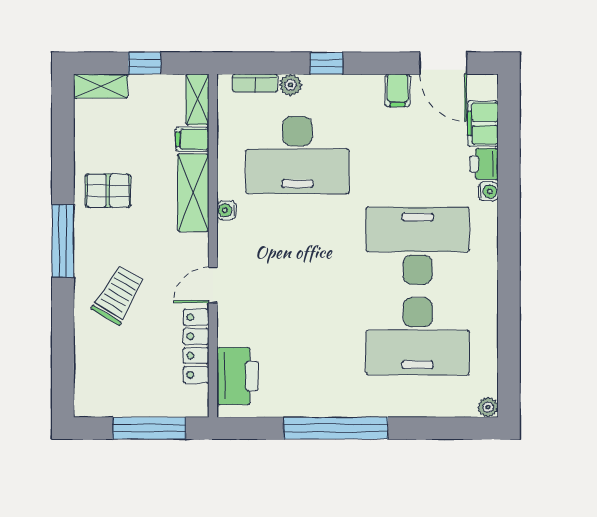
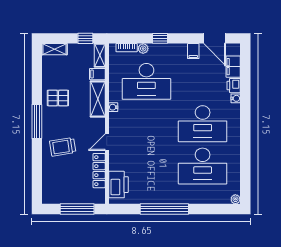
window: (145, 63) -> (85, 38), moved
desk: (418, 246) -> (203, 124), turned 180
trolley: (118, 295) -> (63, 147), turned -130

